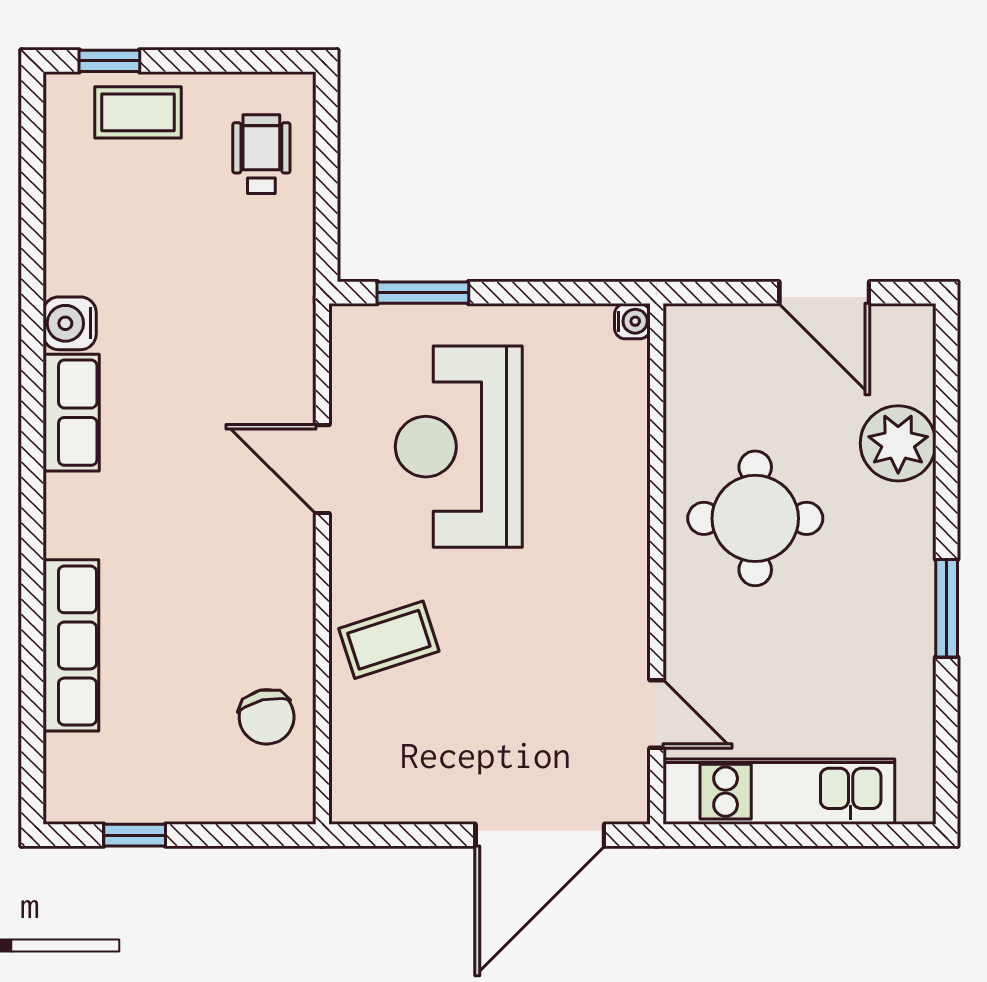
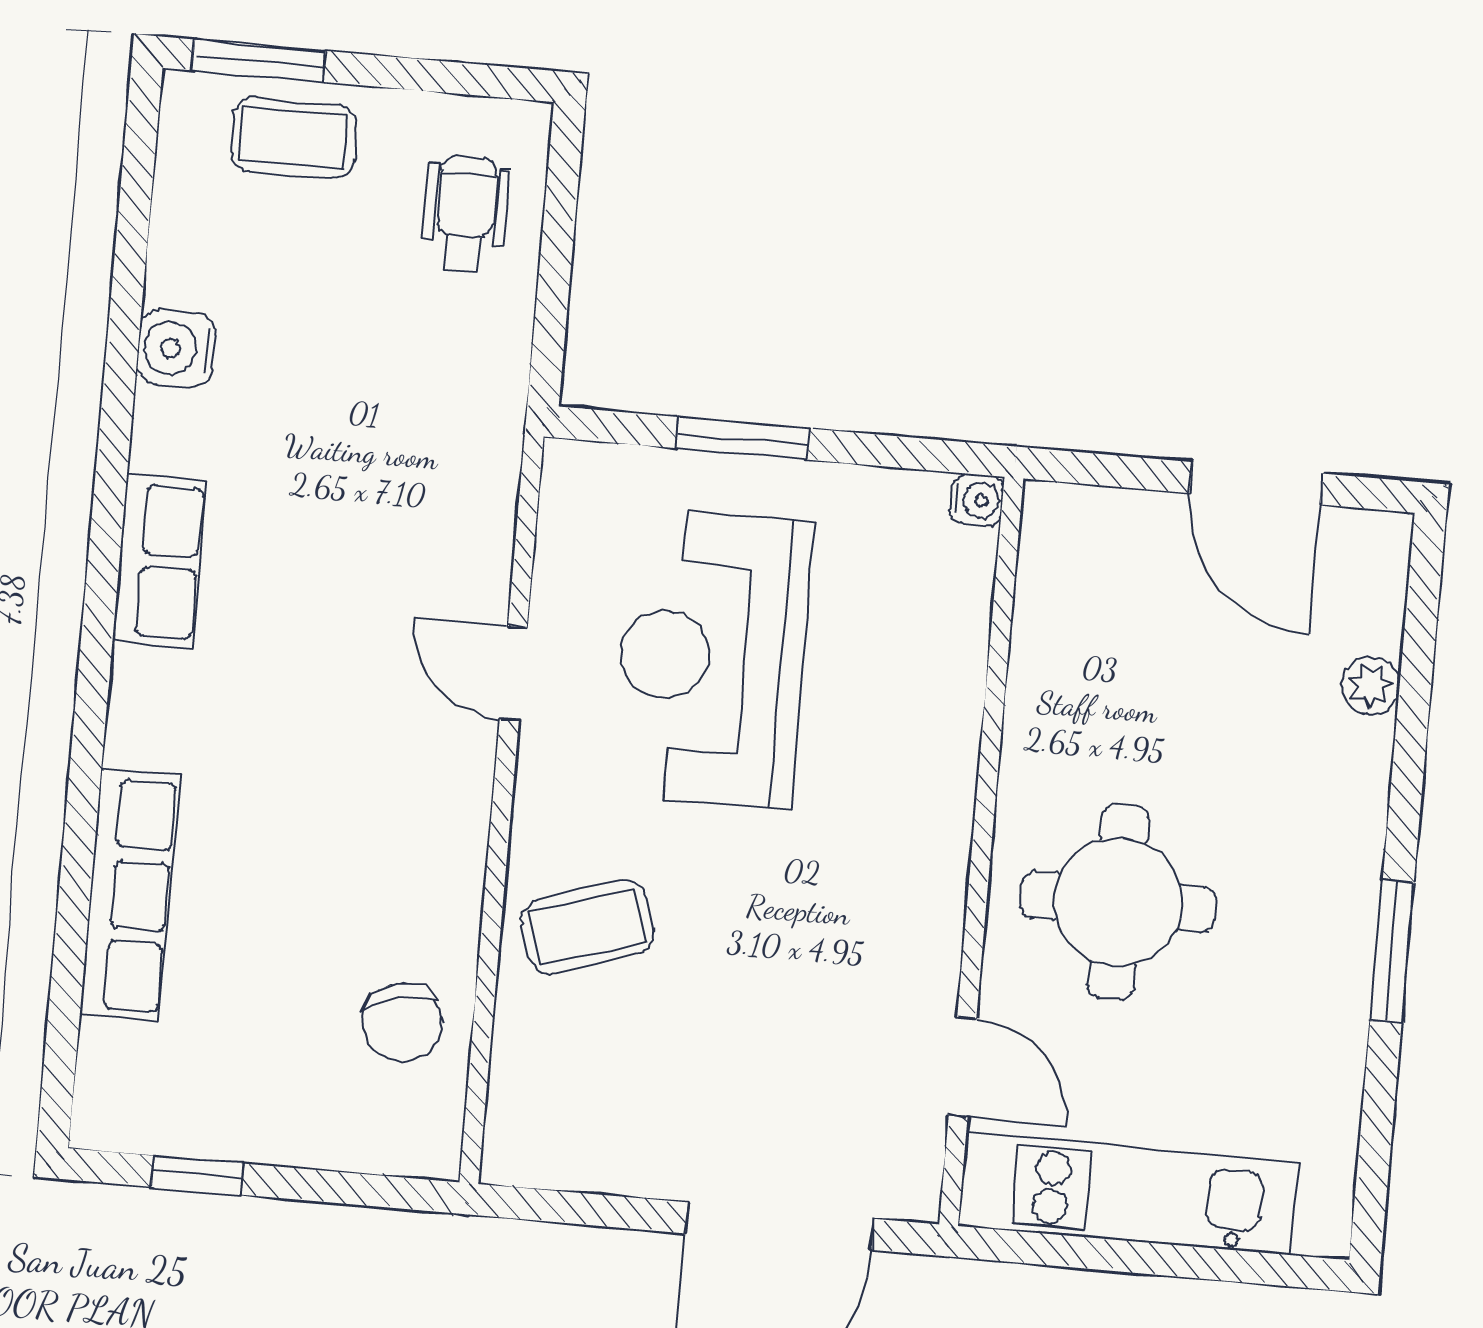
window: (109, 61) -> (259, 61), width x1.50
window: (423, 293) -> (743, 438), moved
water cooler: (70, 323) -> (176, 348), moved
plant: (898, 443) -> (1371, 686), width x0.53, depth x0.53
door: (322, 469) -> (513, 673), width x0.73
round table: (755, 518) -> (1118, 902), moved

